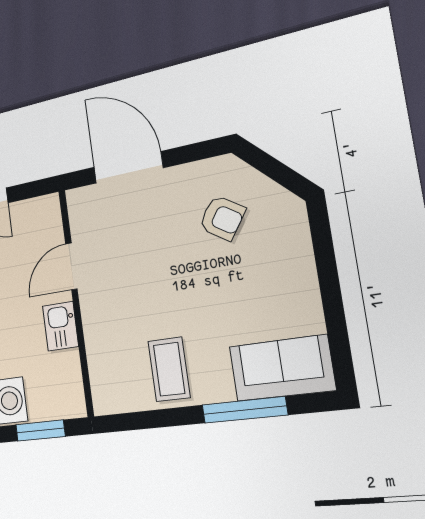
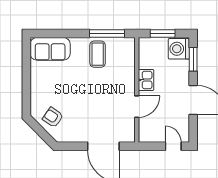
armchair: (222, 218) -> (53, 117), moved
window: (244, 410) -> (107, 33), moved

